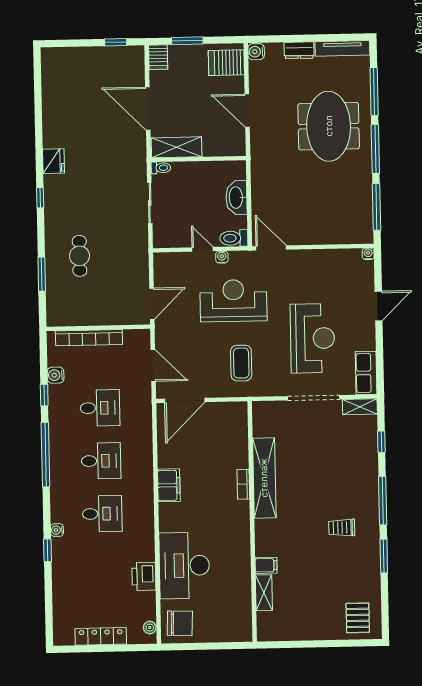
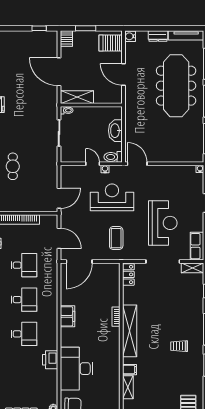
meeting table: (329, 126) -> (176, 86), width x1.36
locker: (261, 419) -> (128, 274), added
shelving: (264, 478) -> (130, 331), moved
printer: (144, 576) -> (50, 360), moved

